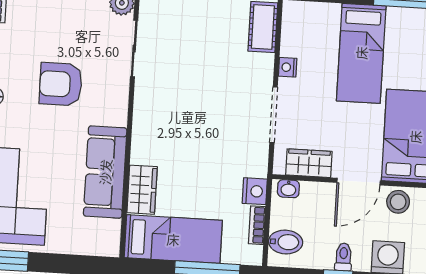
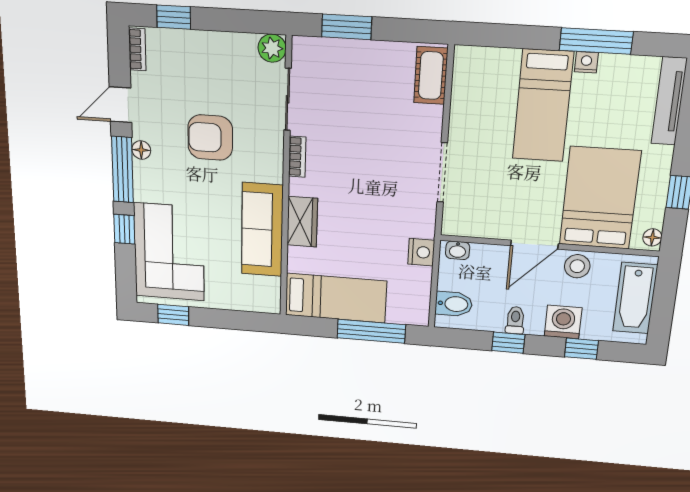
nightstand: (288, 67) -> (586, 62), moved, turned 90
wardrobe: (309, 163) -> (480, 224), removed
wardrobe: (142, 190) -> (302, 222), moved
bookcase: (257, 225) -> (297, 157), moved, turned 180

